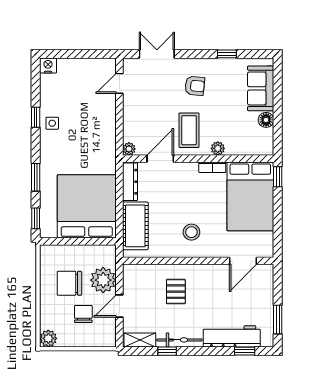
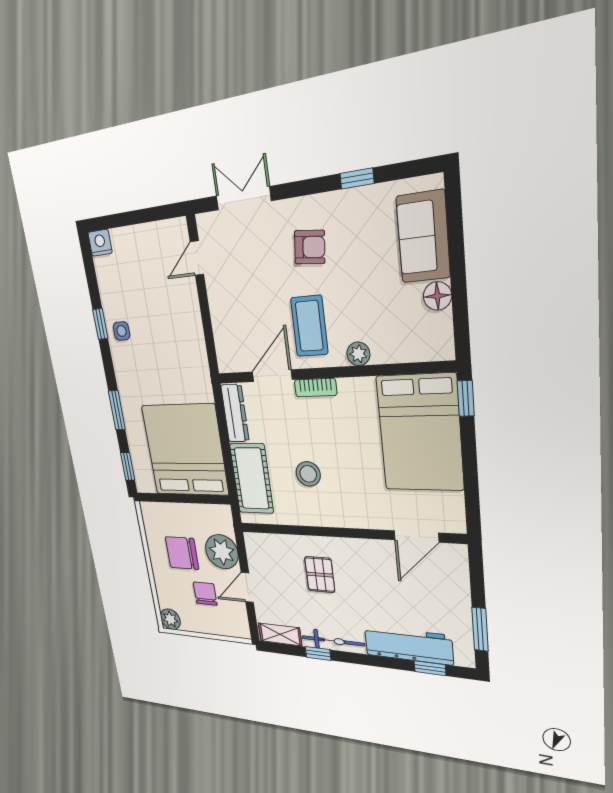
plant: (129, 149) -> (226, 363), removed
bookcase: (212, 167) -> (316, 388), moved
stool: (191, 232) -> (308, 474), moved

